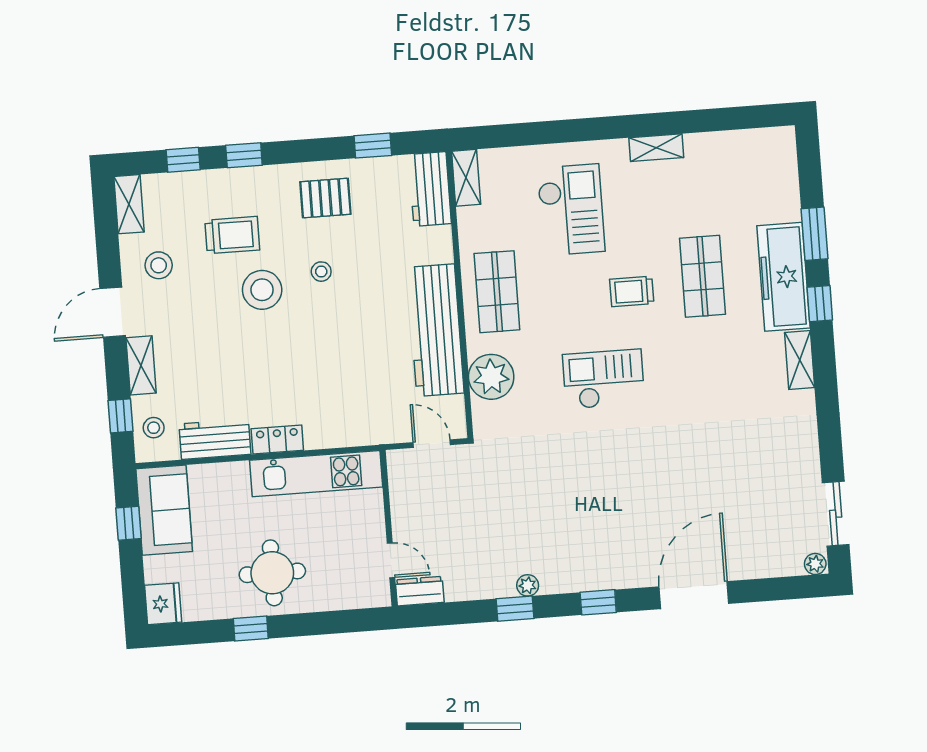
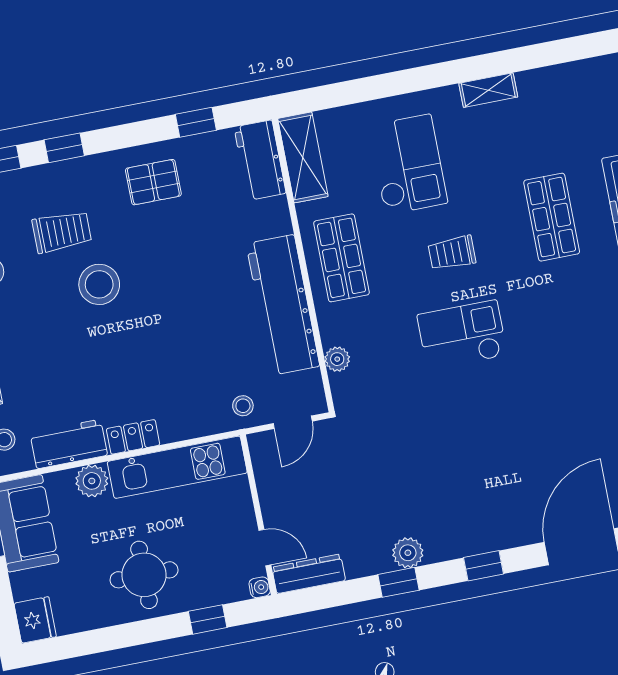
shelving: (466, 178) -> (303, 157), width x1.50, depth x1.33
stool: (321, 272) -> (243, 406), moved
trolley: (632, 291) -> (452, 253), moved
plant: (491, 377) -> (337, 359), width x0.53, depth x0.53
door: (432, 444) -> (293, 422), swing flipped
plant: (233, 477) -> (92, 481), added
plant: (528, 585) -> (408, 553), width x1.38, depth x1.38
dresser: (420, 591) -> (309, 574), width x1.44
water cooler: (382, 598) -> (260, 587), added
window: (251, 628) -> (208, 619), moved

